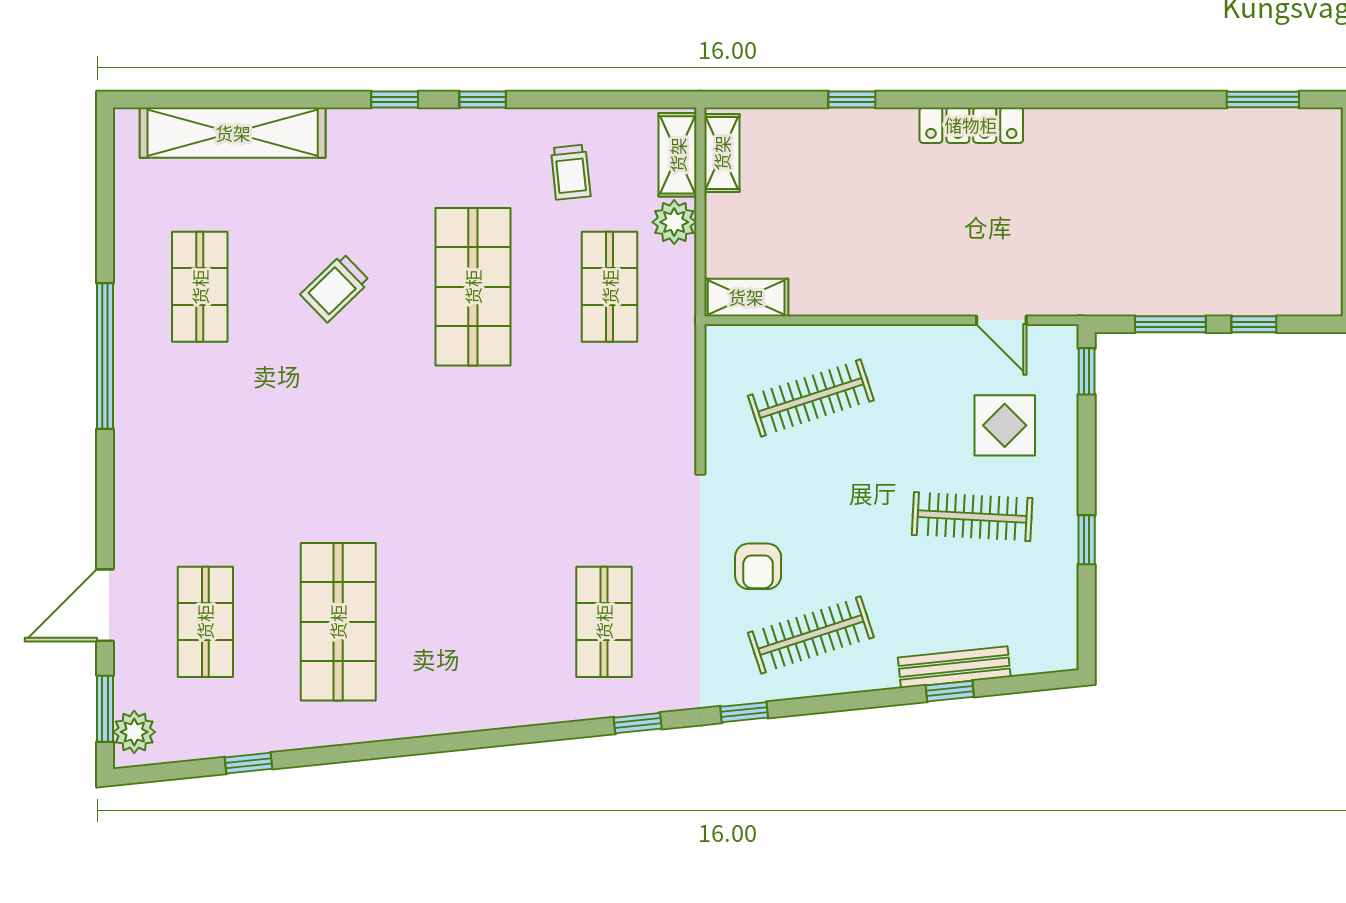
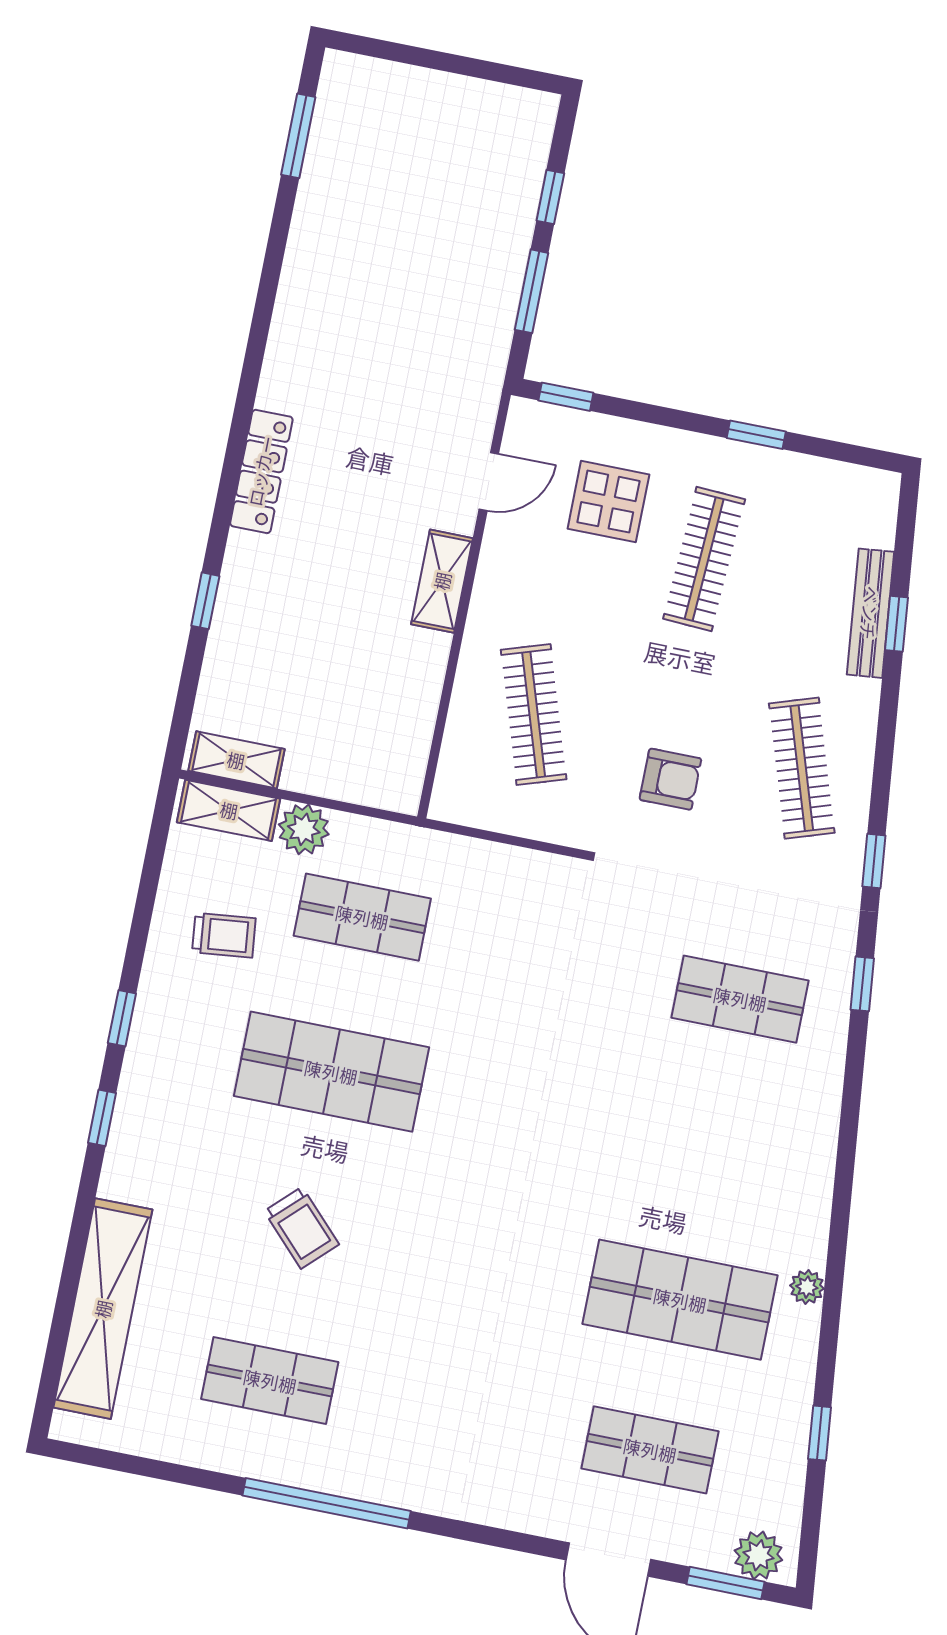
shelving: (746, 297) -> (442, 581), moved
armchair: (758, 566) -> (670, 779), moved
plant: (371, 728) -> (807, 1287), added

